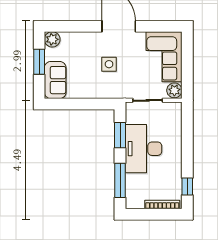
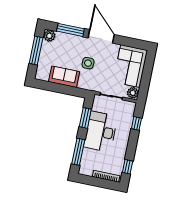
window: (78, 26) -> (70, 30), added
window: (39, 62) -> (36, 51), width x1.44
sofa: (55, 80) -> (64, 77), moved, turned -90
window: (187, 129) -> (136, 123), added

